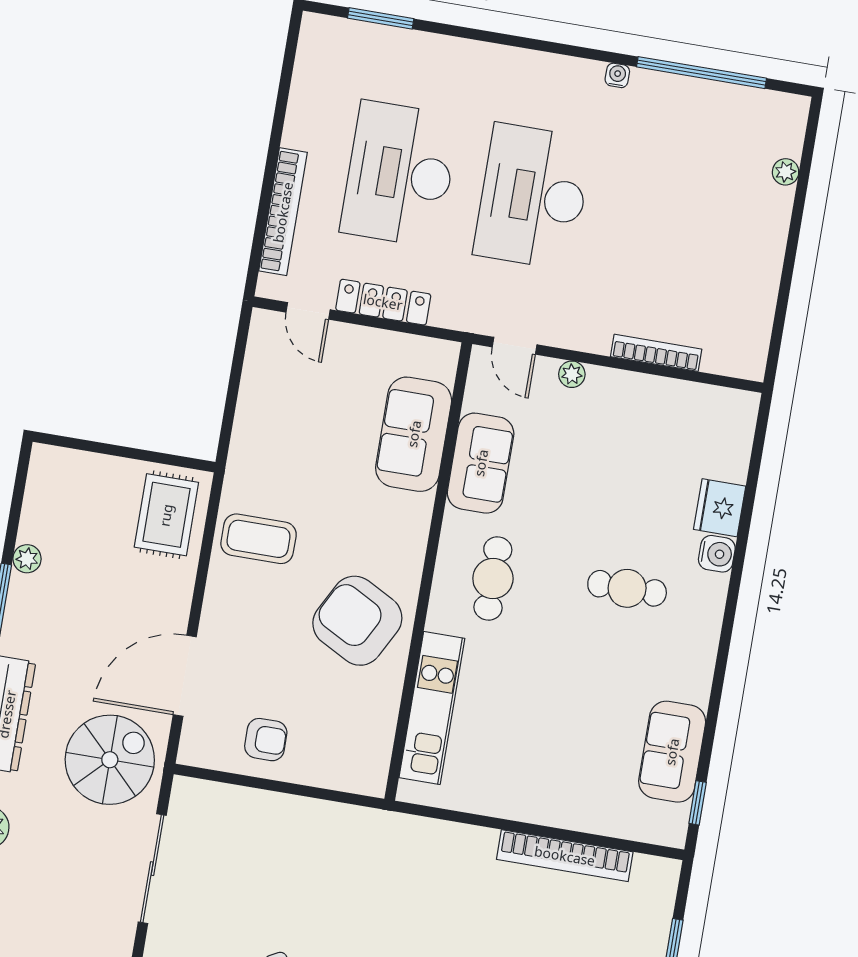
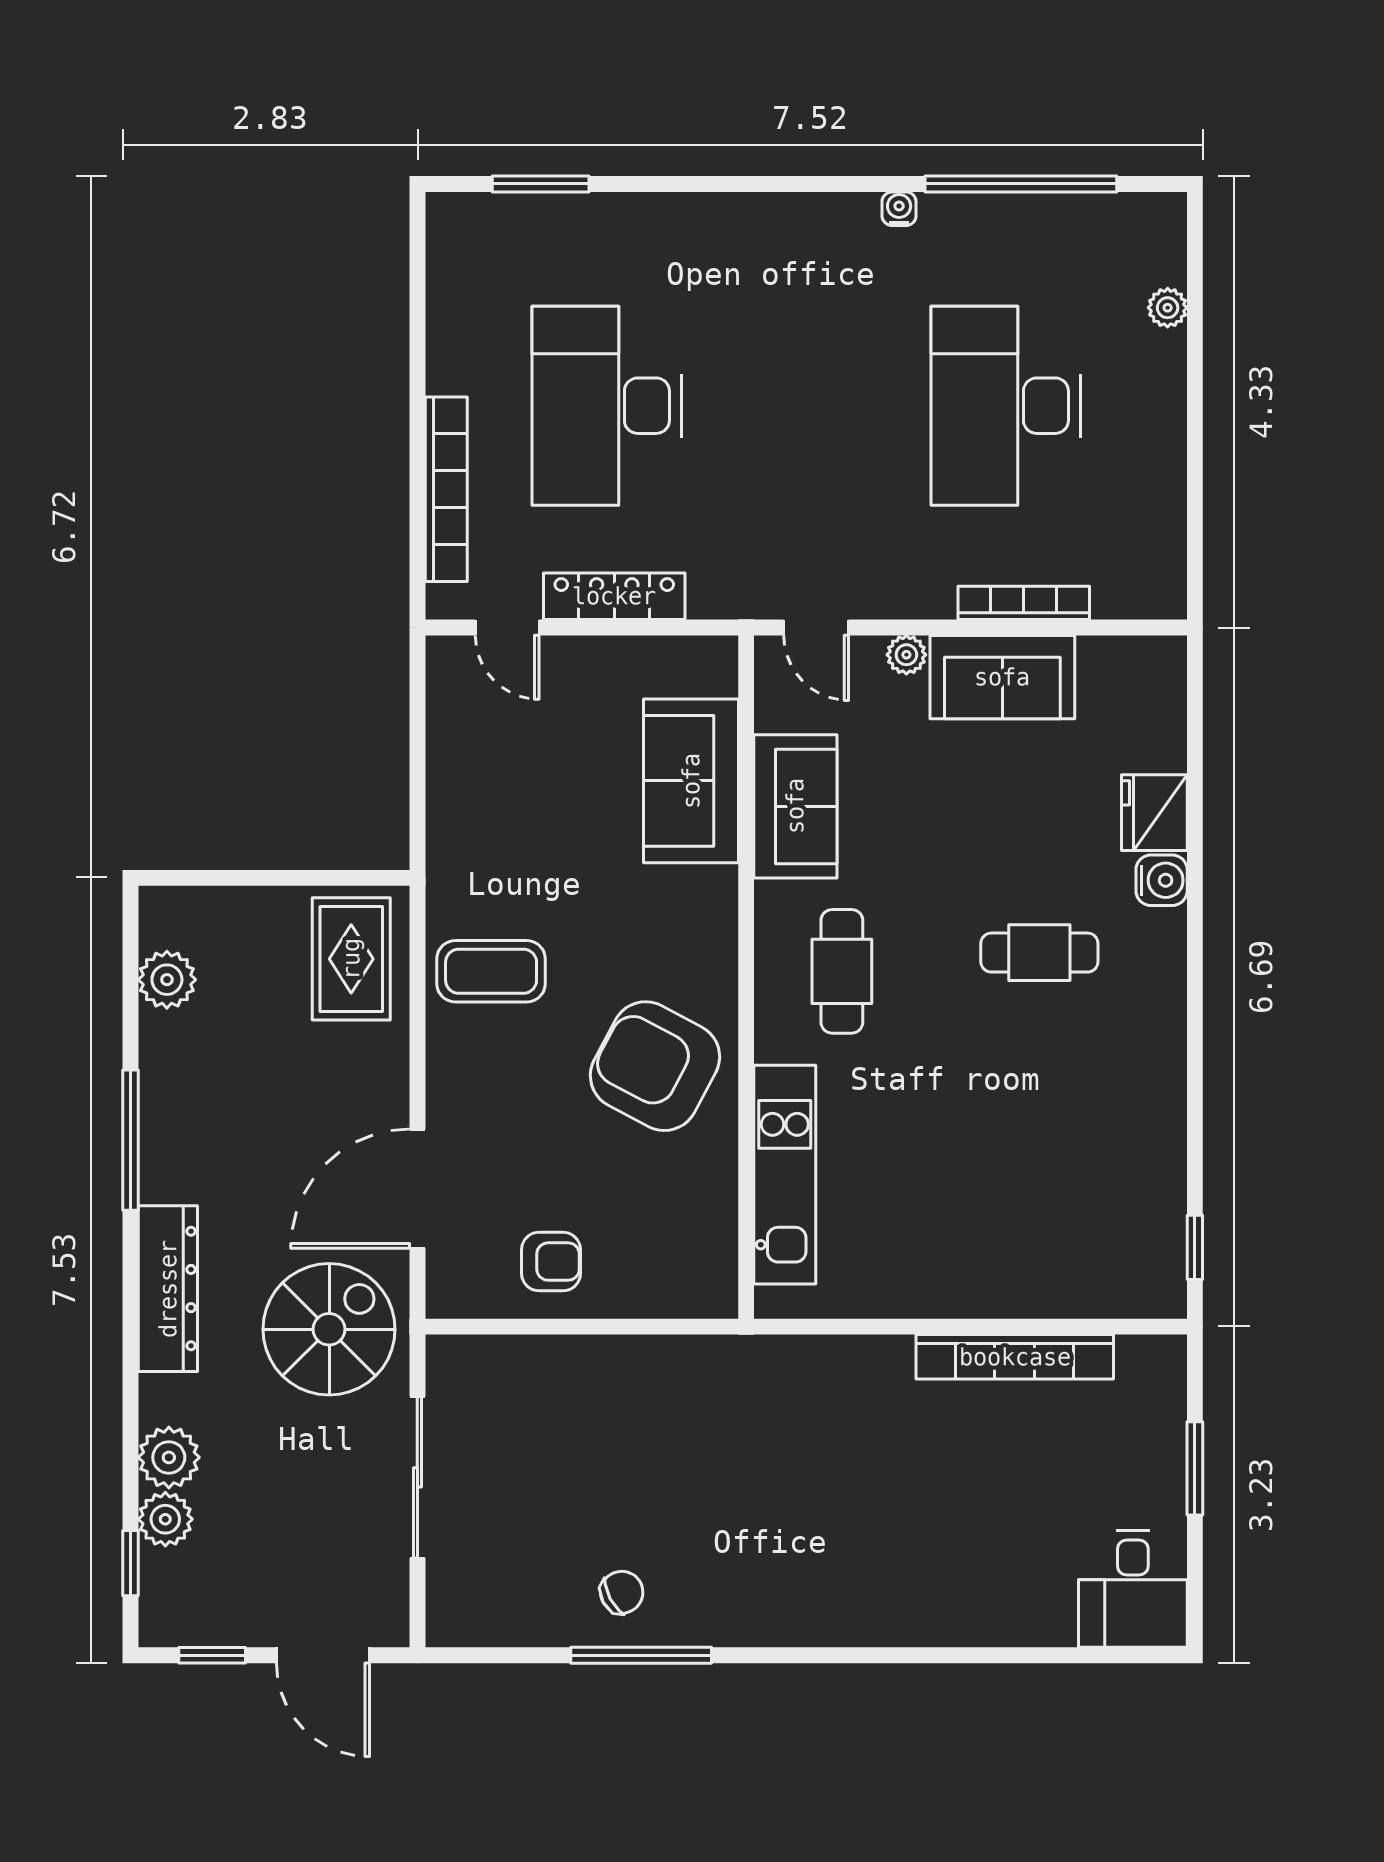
desk: (533, 197) -> (1006, 406), moved
plant: (27, 559) -> (167, 980), moved, width x1.38, depth x1.38
sofa: (672, 752) -> (1002, 677), moved, turned -90

